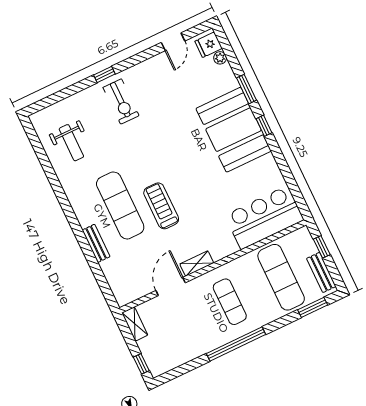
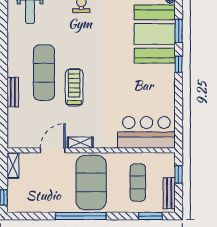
booth: (234, 130) -> (155, 34), moved
exercise mat: (281, 277) -> (138, 183), width x0.73, depth x0.69
exercise mat: (230, 302) -> (91, 183), width x2.00, depth x1.45

